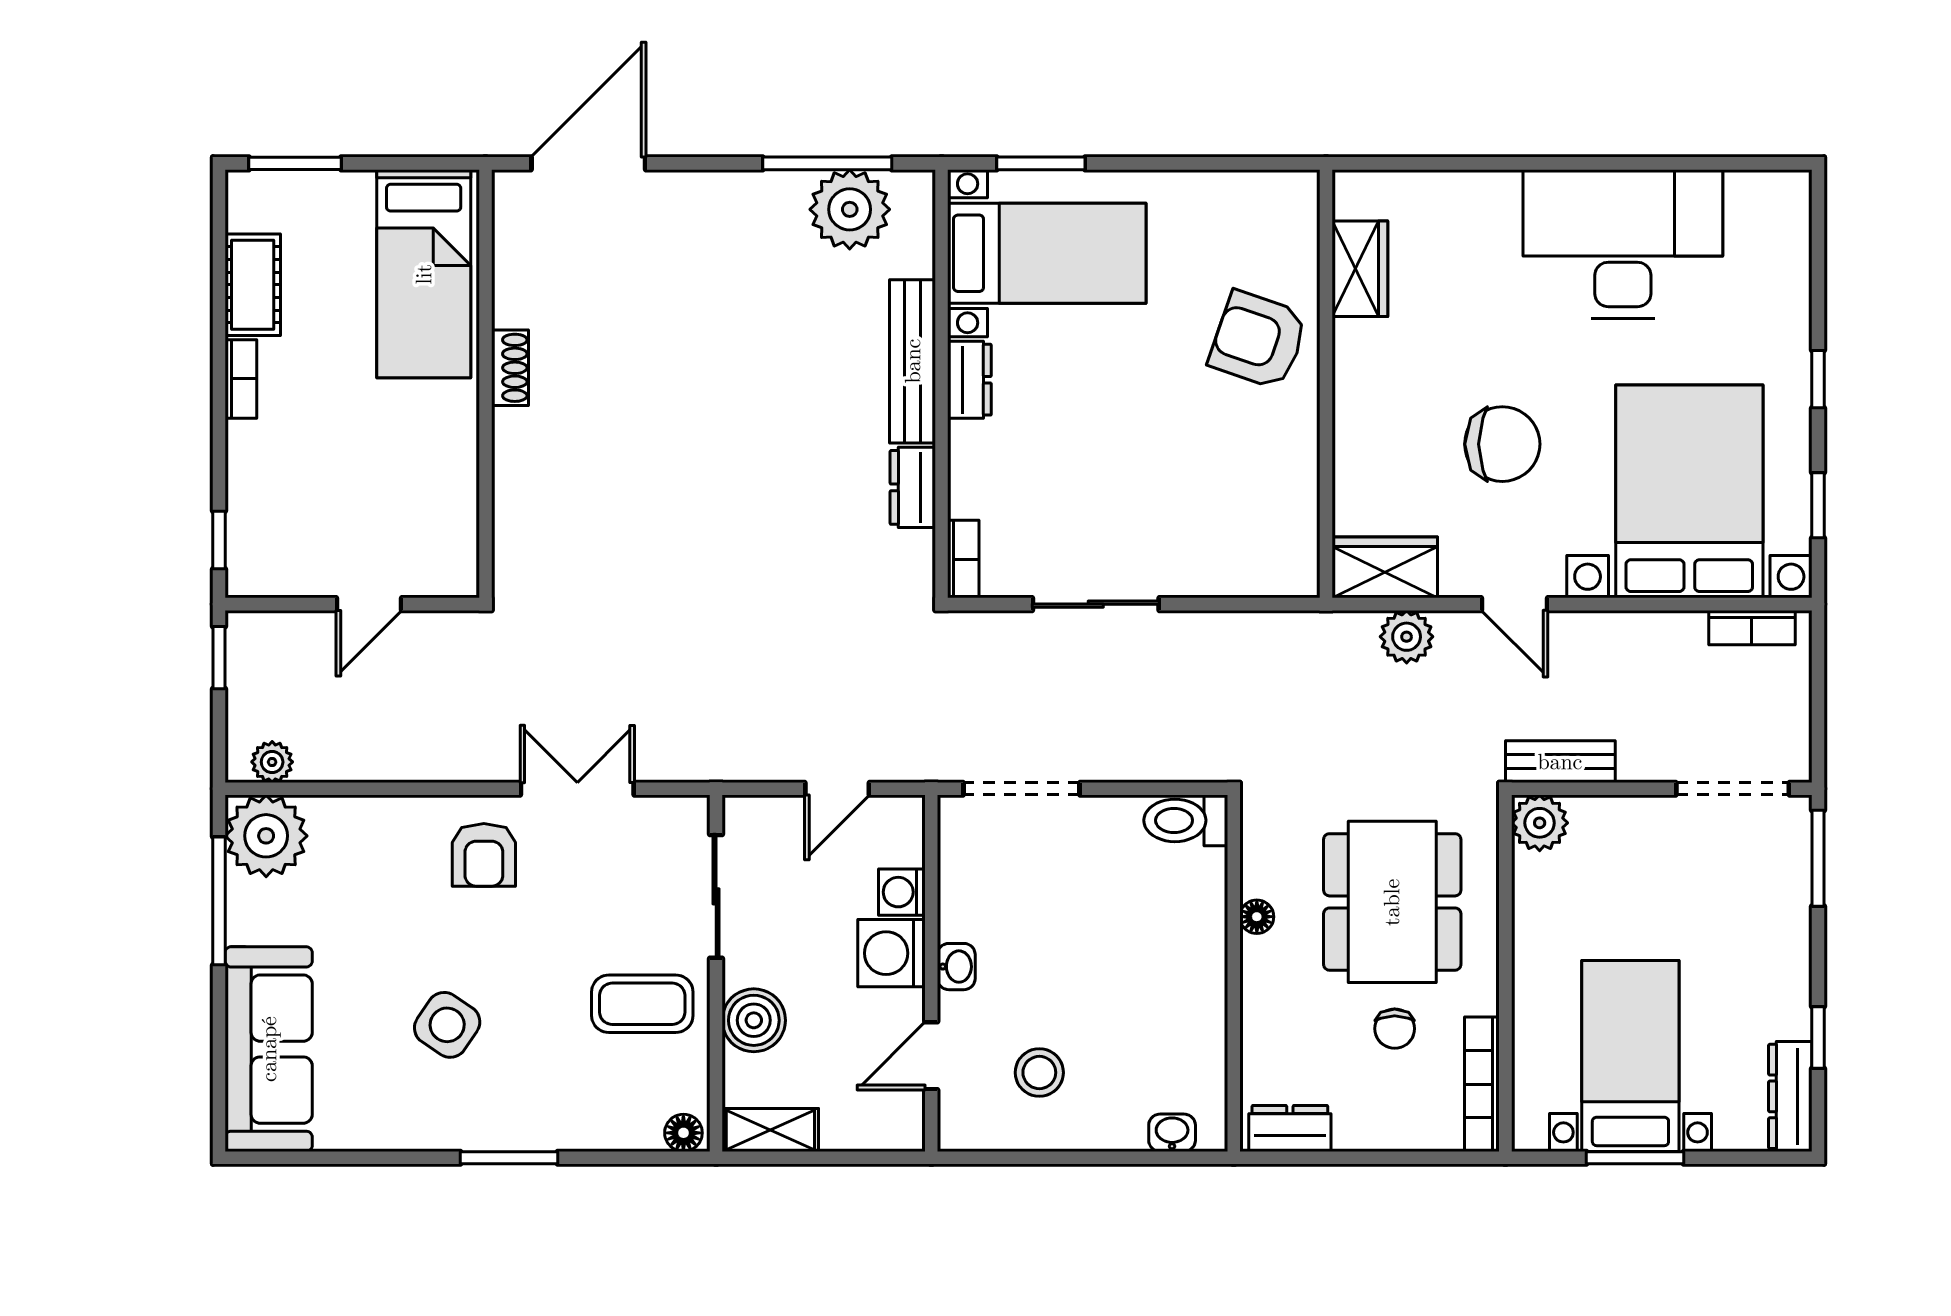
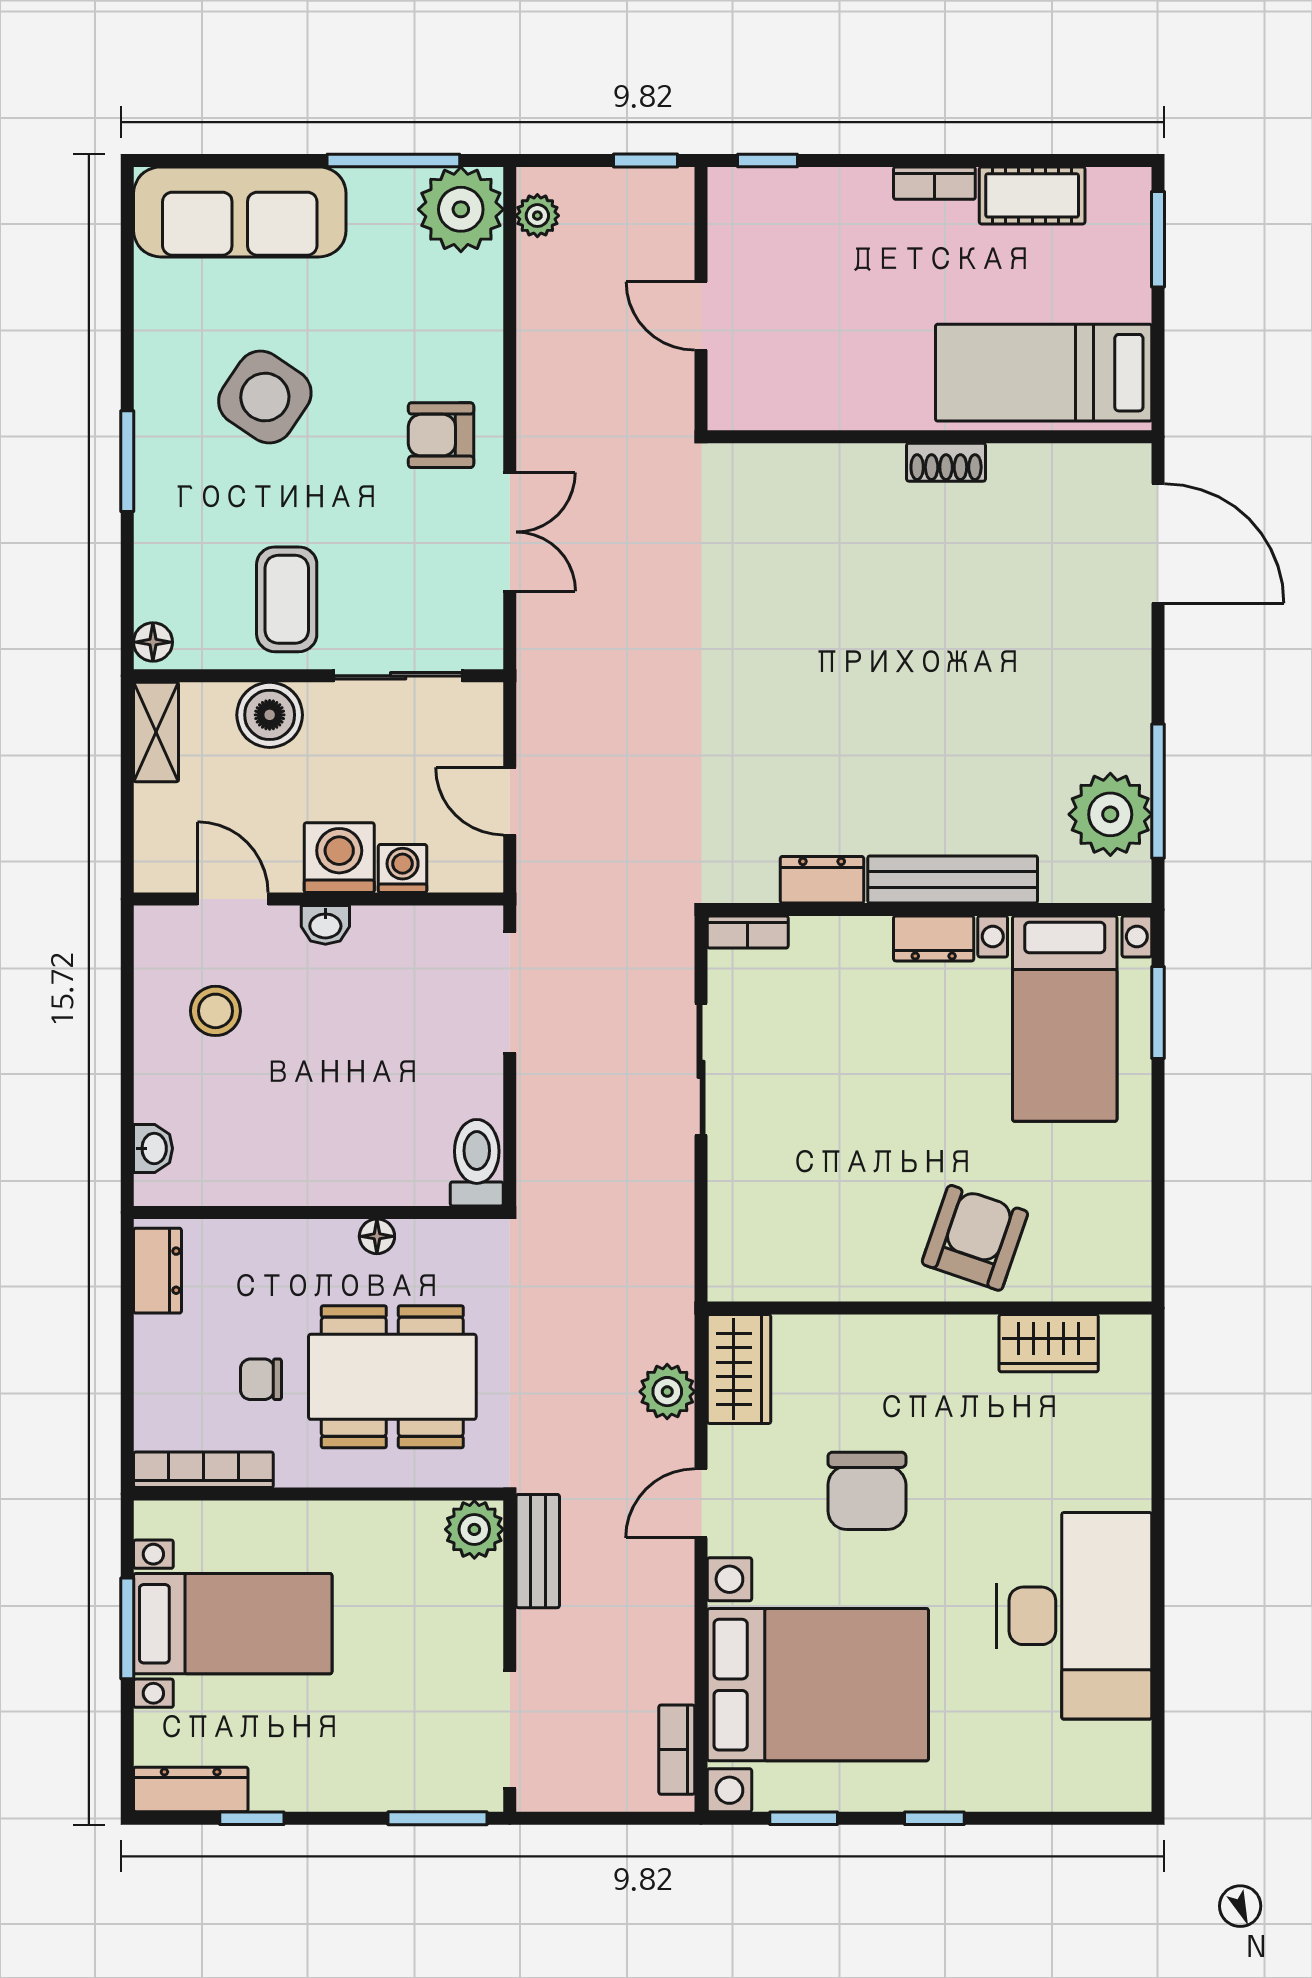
side table: (447, 1025) -> (265, 397), width x1.37, depth x1.37

